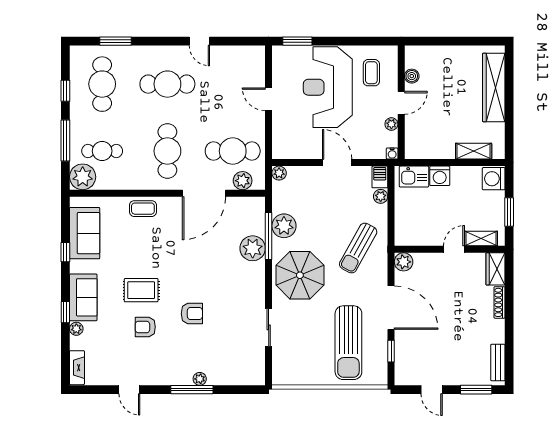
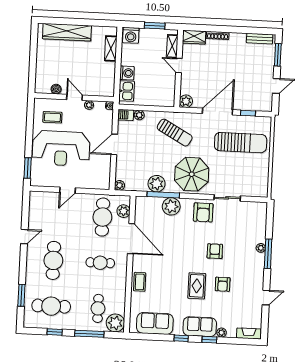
cafe table: (167, 151) -> (100, 263), width x0.73, depth x0.74
window: (65, 252) -> (181, 338), moved
armchair: (246, 294) -> (203, 212), added

